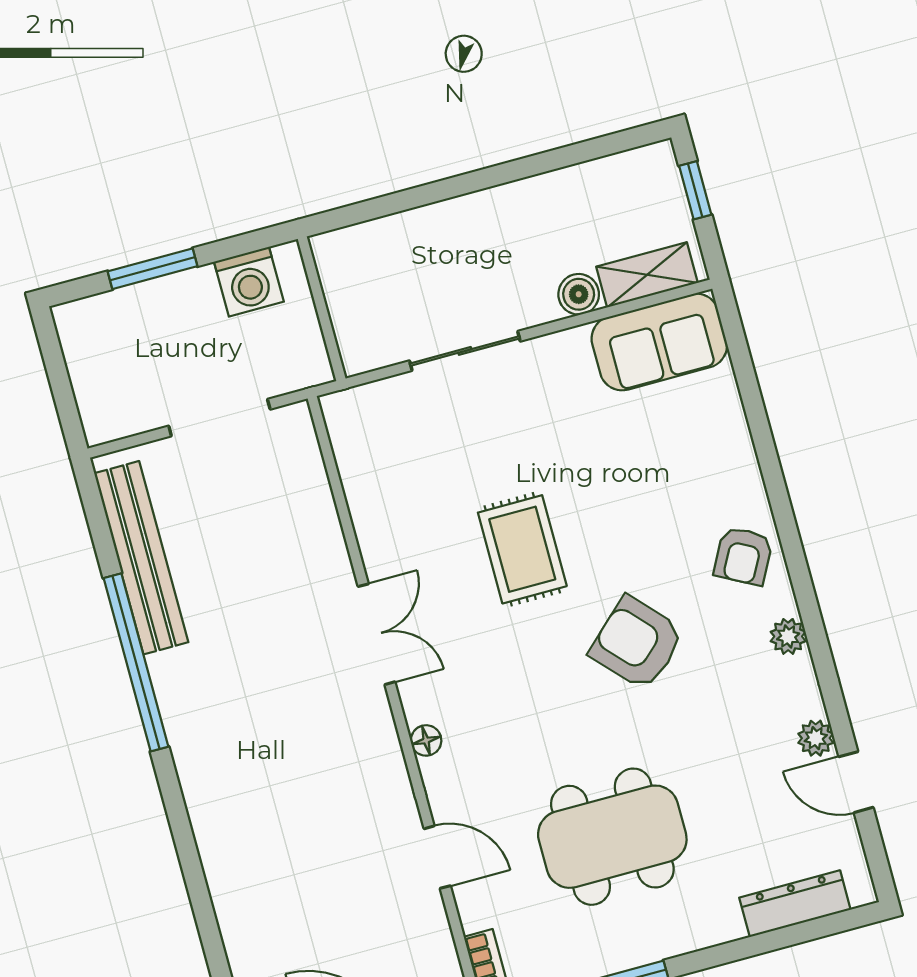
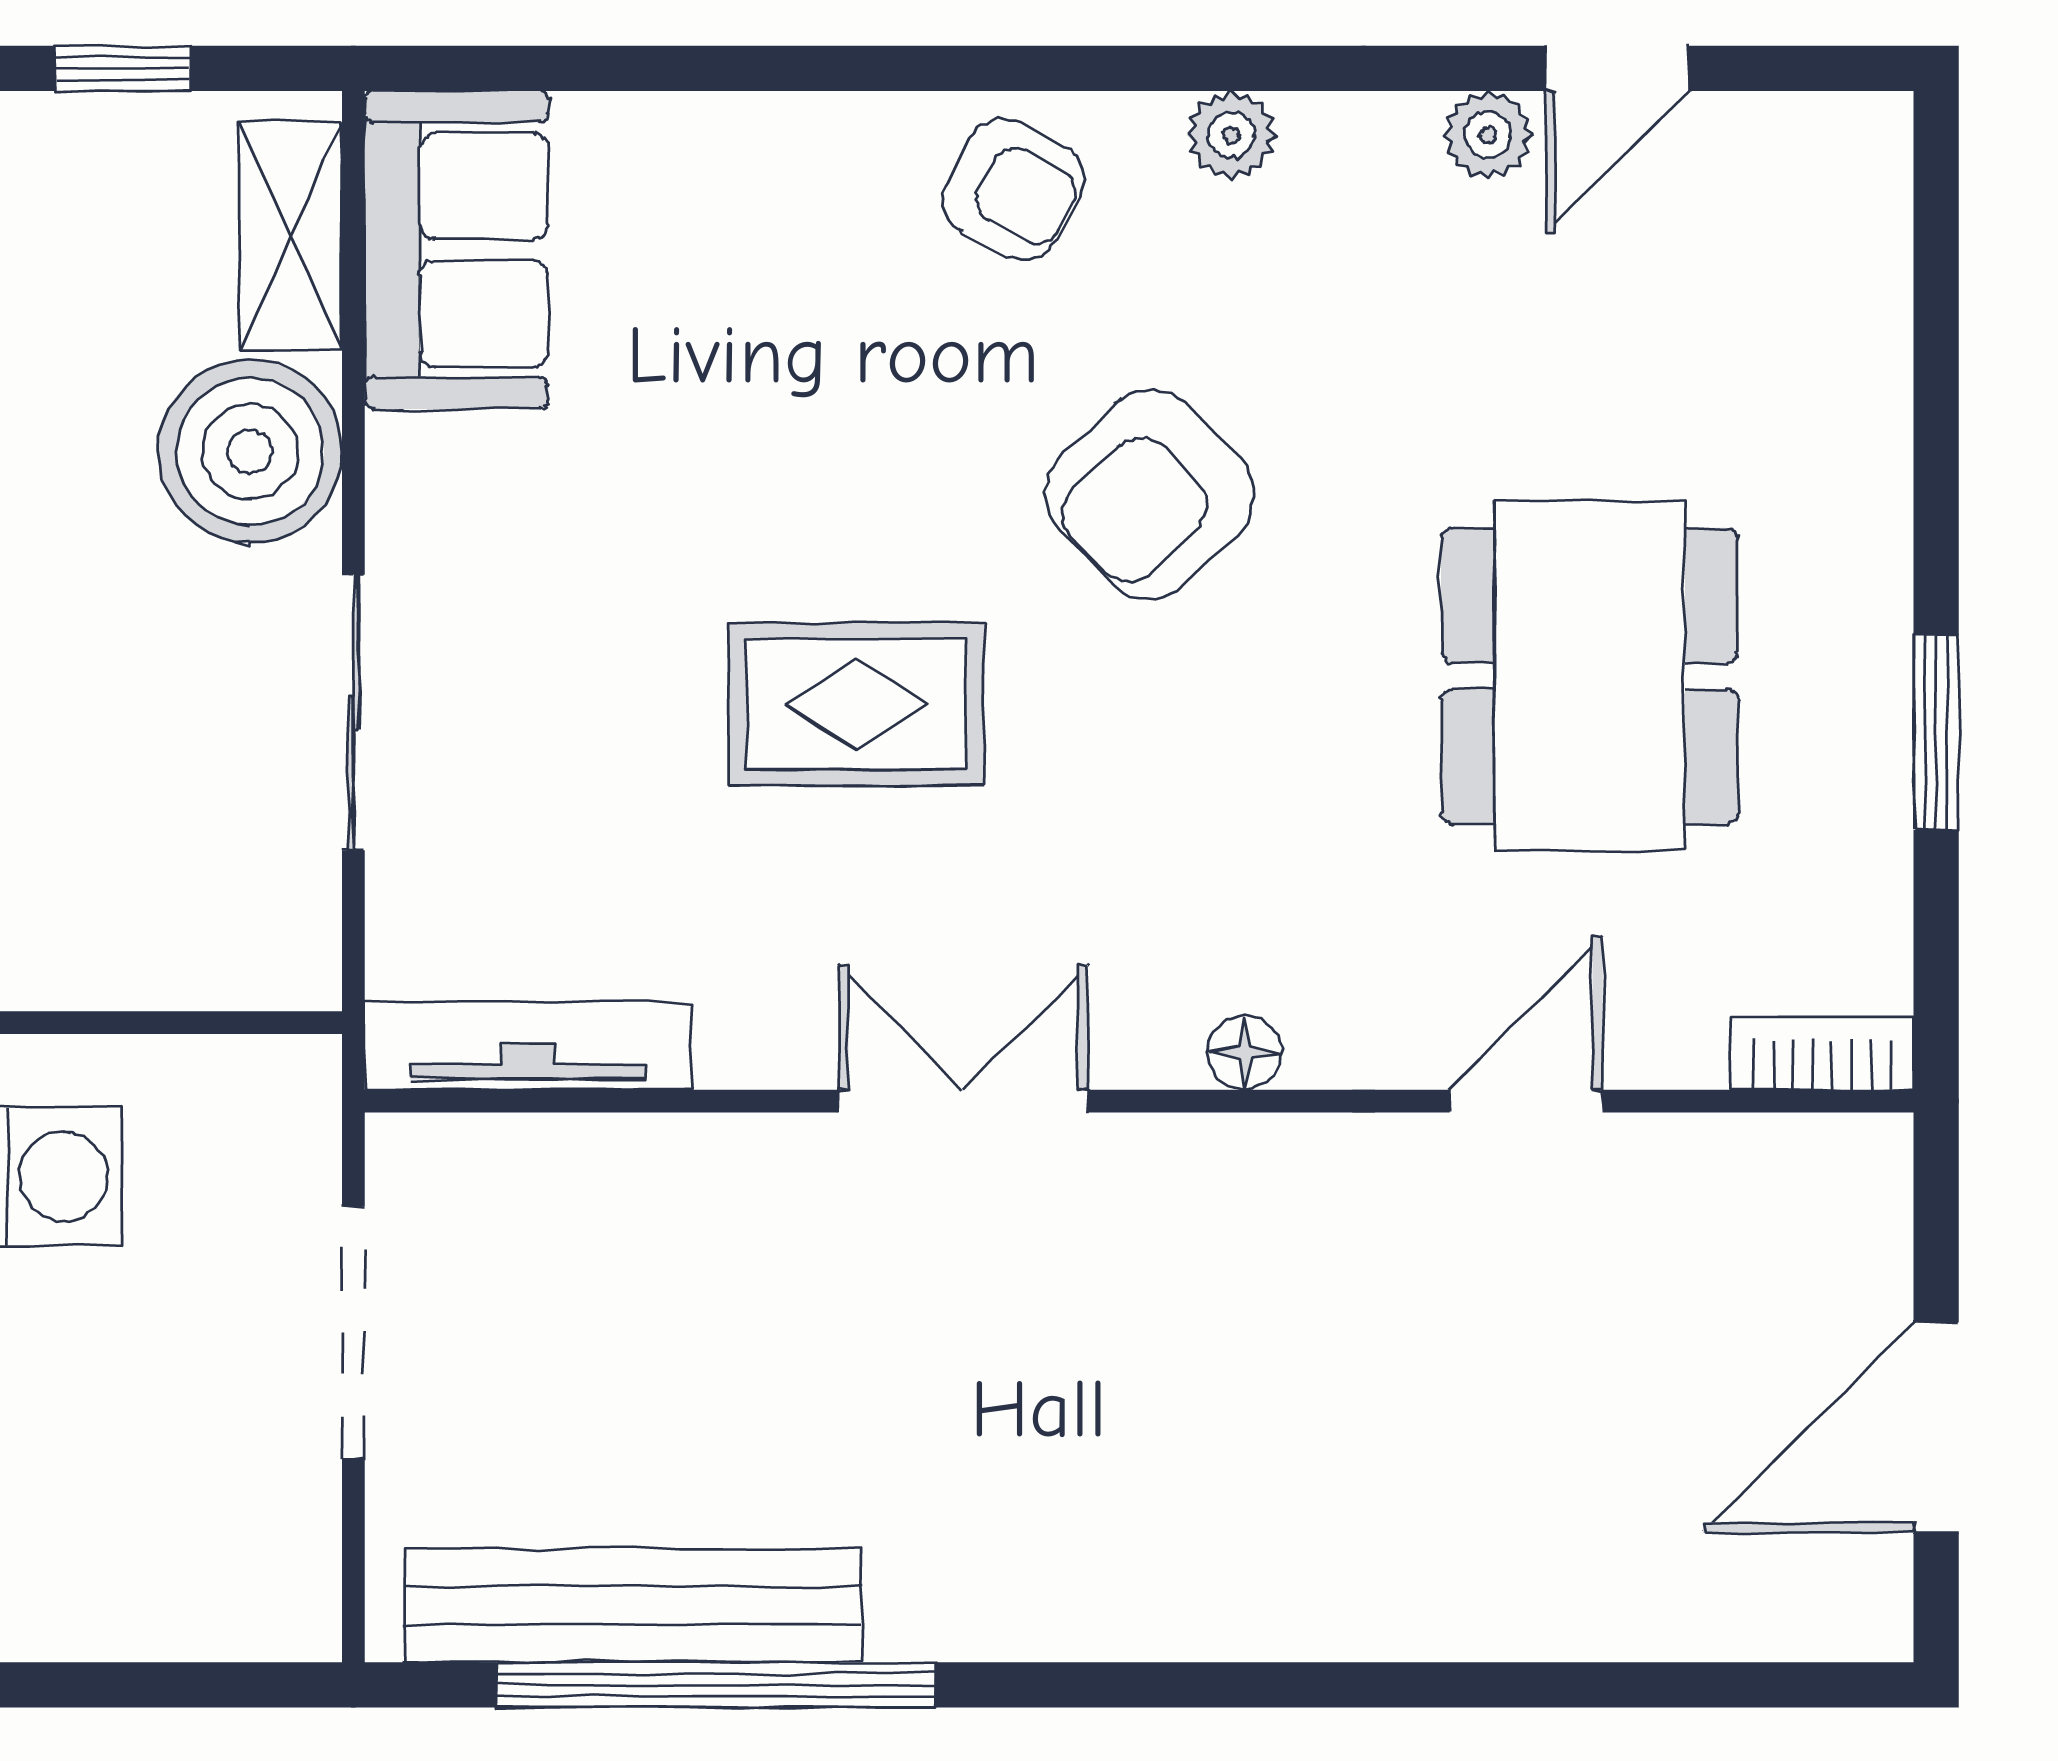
boiler: (579, 294) -> (250, 452), width x1.86, depth x1.86
tv unit: (352, 456) -> (528, 1046), added
window: (136, 662) -> (715, 1685), moved
dresser: (795, 904) -> (1864, 290), removed

